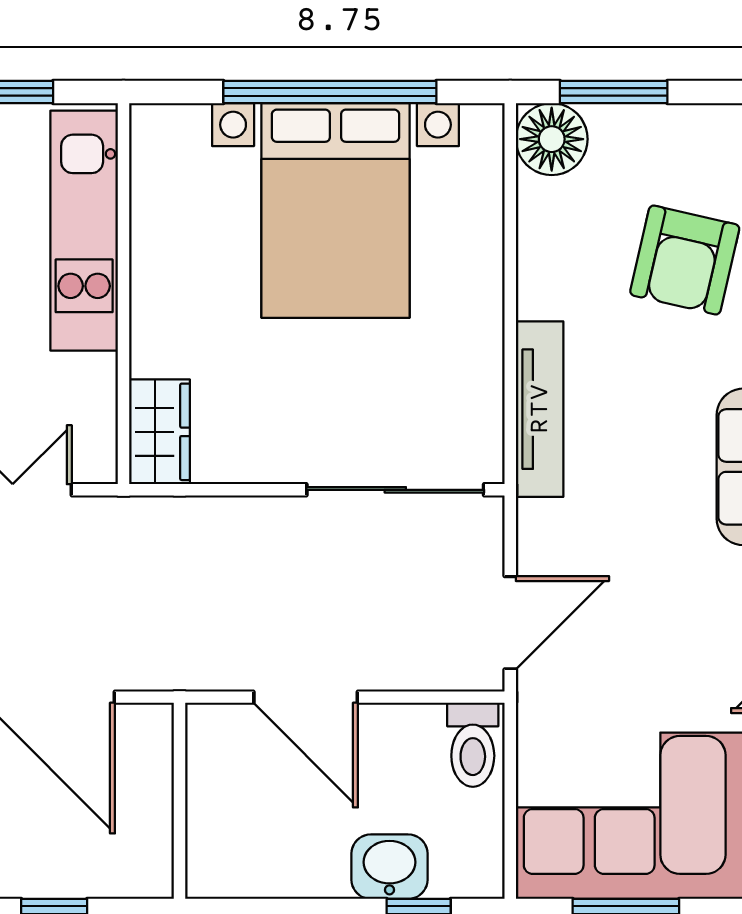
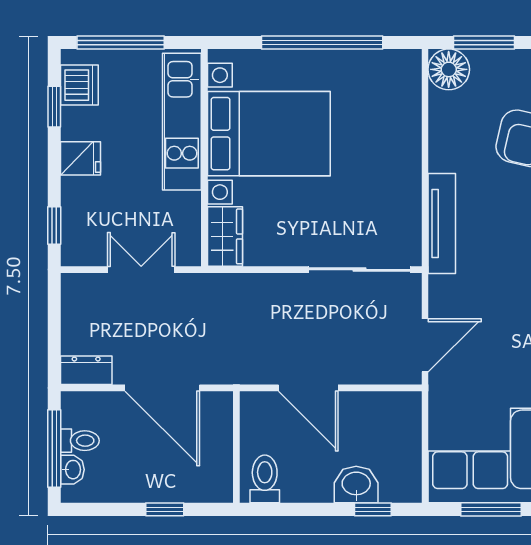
bed with nightstands: (335, 210) -> (269, 134), moved, turned -90
toilet: (473, 745) -> (265, 479), moved, turned 180

